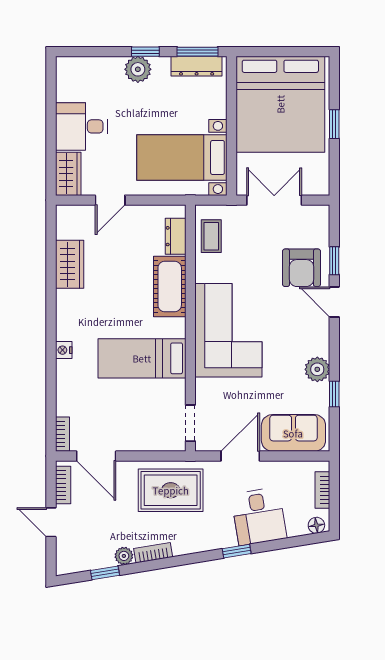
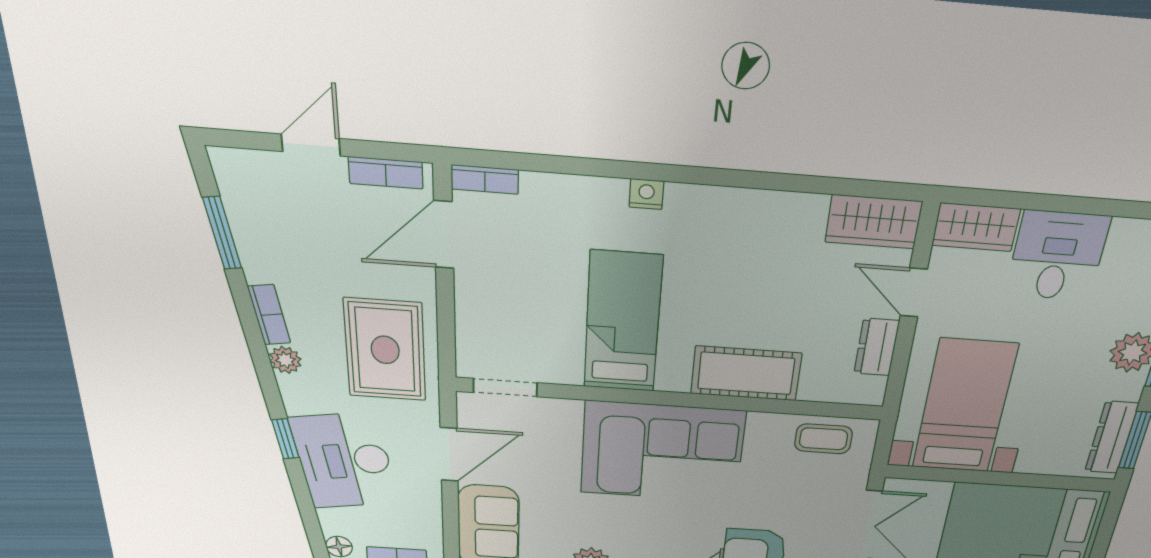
dresser: (176, 236) -> (877, 347), moved, turned -90
wardrobe: (70, 264) -> (874, 222), moved
door: (240, 456) -> (449, 454), hinge flipped
desk: (259, 516) -> (344, 461), width x1.37
plant: (124, 556) -> (285, 360), moved
window: (105, 573) -> (222, 233), width x1.50

